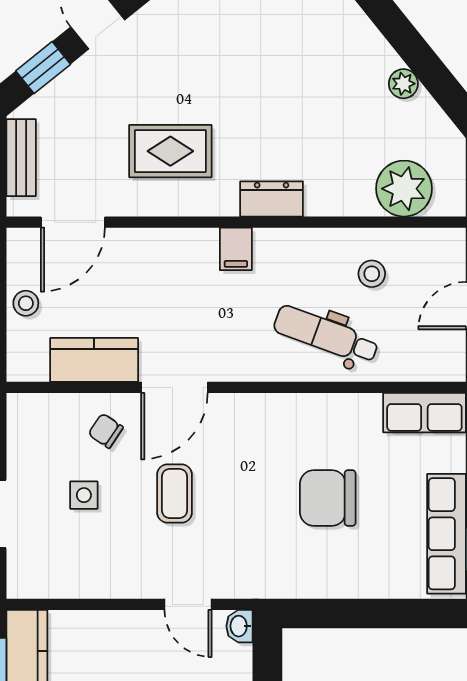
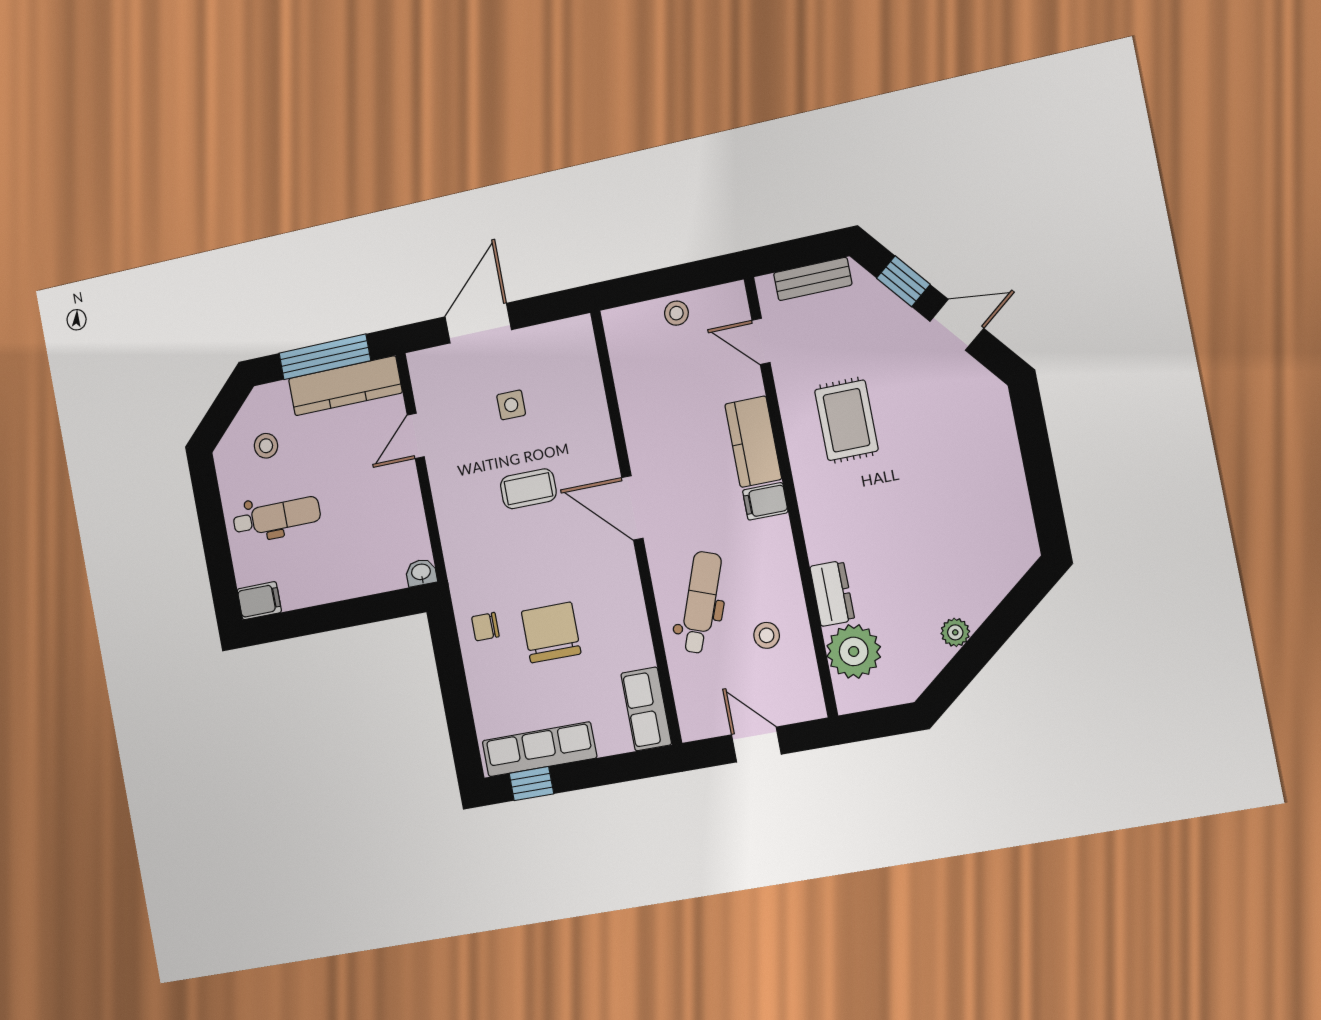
dresser: (272, 199) -> (832, 593), moved
door: (73, 222) -> (761, 341), width x0.73
kitchen counter: (94, 360) -> (753, 442), moved, turned 180
door: (174, 387) -> (632, 508), moved
chair: (106, 431) -> (485, 627), moved, turned -124
door: (188, 604) -> (416, 436), moved

